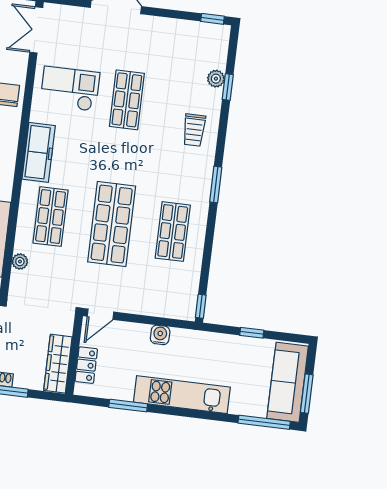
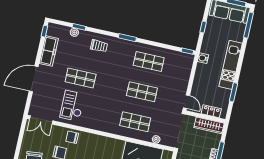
freezer: (39, 152) -> (49, 51), moved, turned 90
shop shelf: (112, 224) -> (142, 92), width x0.70, depth x0.74
water cooler: (160, 335) -> (203, 58), moved

